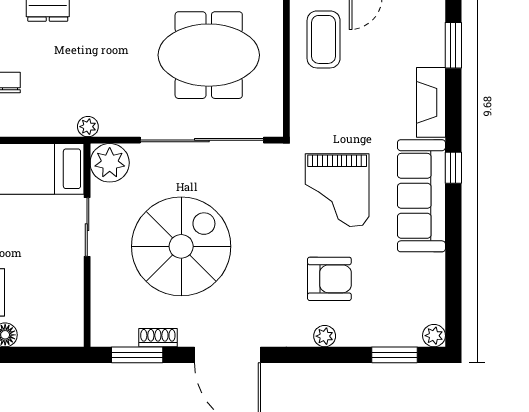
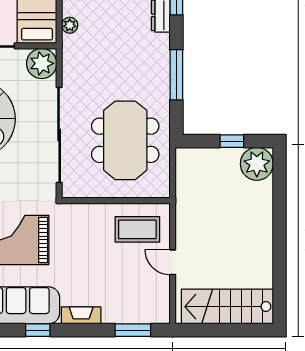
fireplace: (431, 102) -> (81, 315), width x0.73, depth x0.76
plant: (88, 127) -> (70, 25), moved

